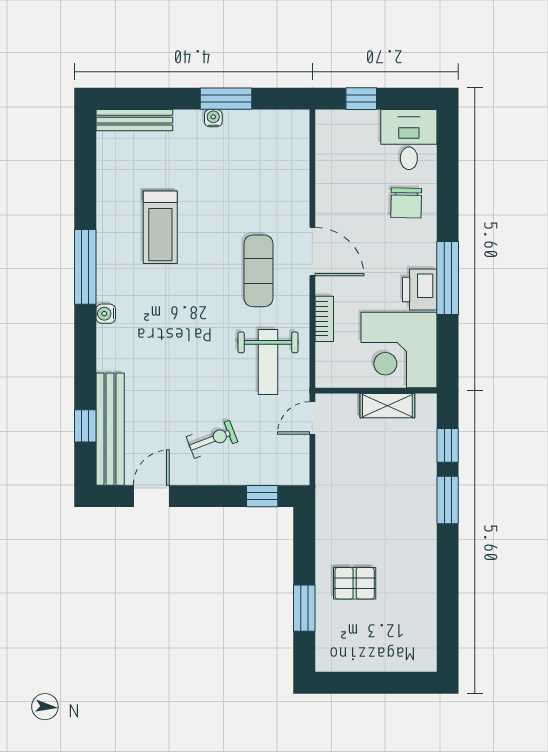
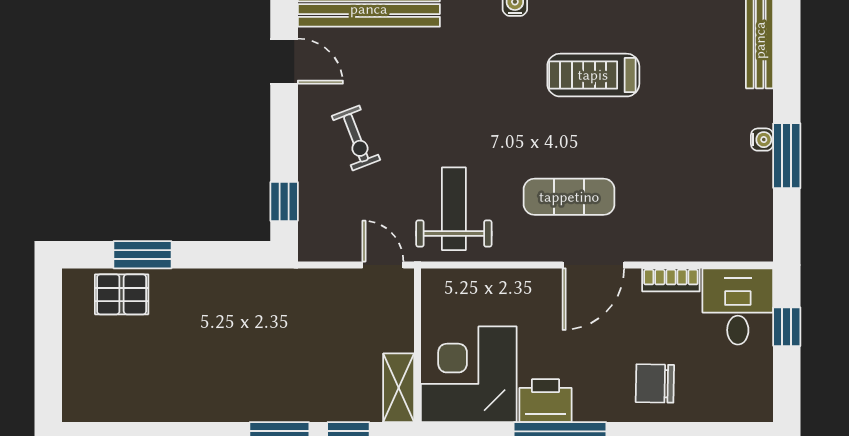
desk: (409, 140) -> (738, 306), moved, turned -90
treadmill: (160, 227) -> (593, 75), moved
bookcase: (324, 319) -> (671, 280), moved
weight bench: (268, 362) -> (454, 209), turned 90
shelving: (387, 406) -> (399, 388), moved
pallet: (355, 583) -> (122, 294), moved, turned 90

